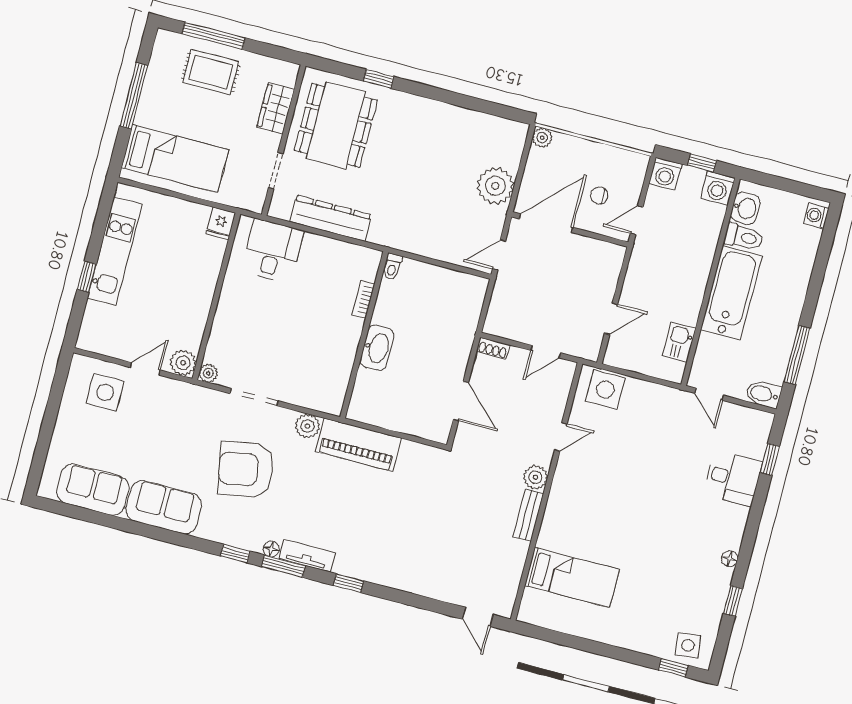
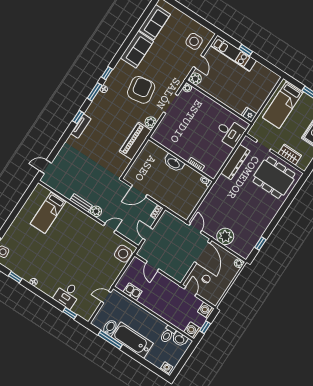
window: (379, 79) -> (260, 243), moved
kitchen unit: (115, 251) -> (233, 53), moved
bathtub: (731, 293) -> (132, 340), moved, turned 180
bidet: (763, 394) -> (110, 327), moved
door: (561, 437) -> (110, 228), swing flipped
tv unit: (307, 556) -> (81, 126), moved

